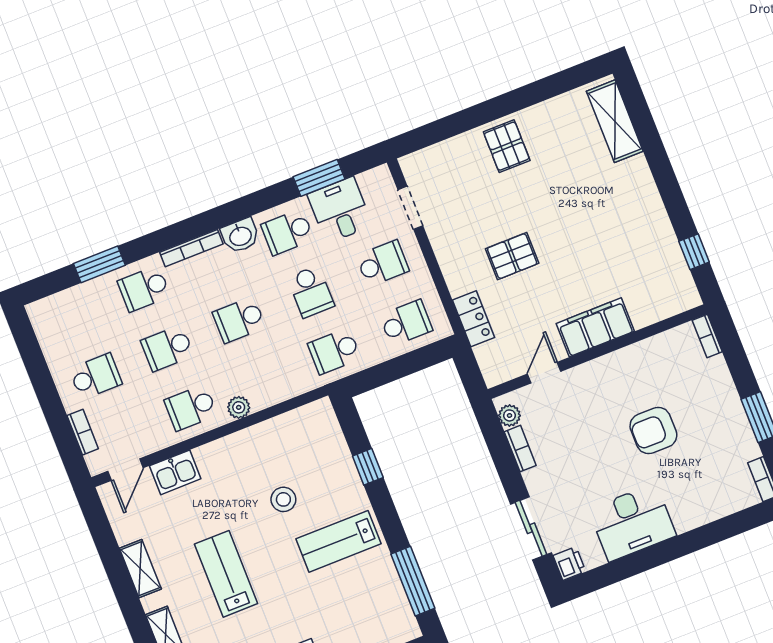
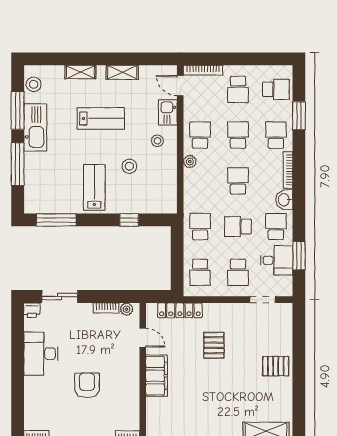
school desk: (72, 317) -> (276, 89), added
locker: (473, 319) -> (180, 310), width x1.53
bookcase: (83, 432) -> (203, 70), width x1.56
stool: (226, 471) -> (157, 141), added

